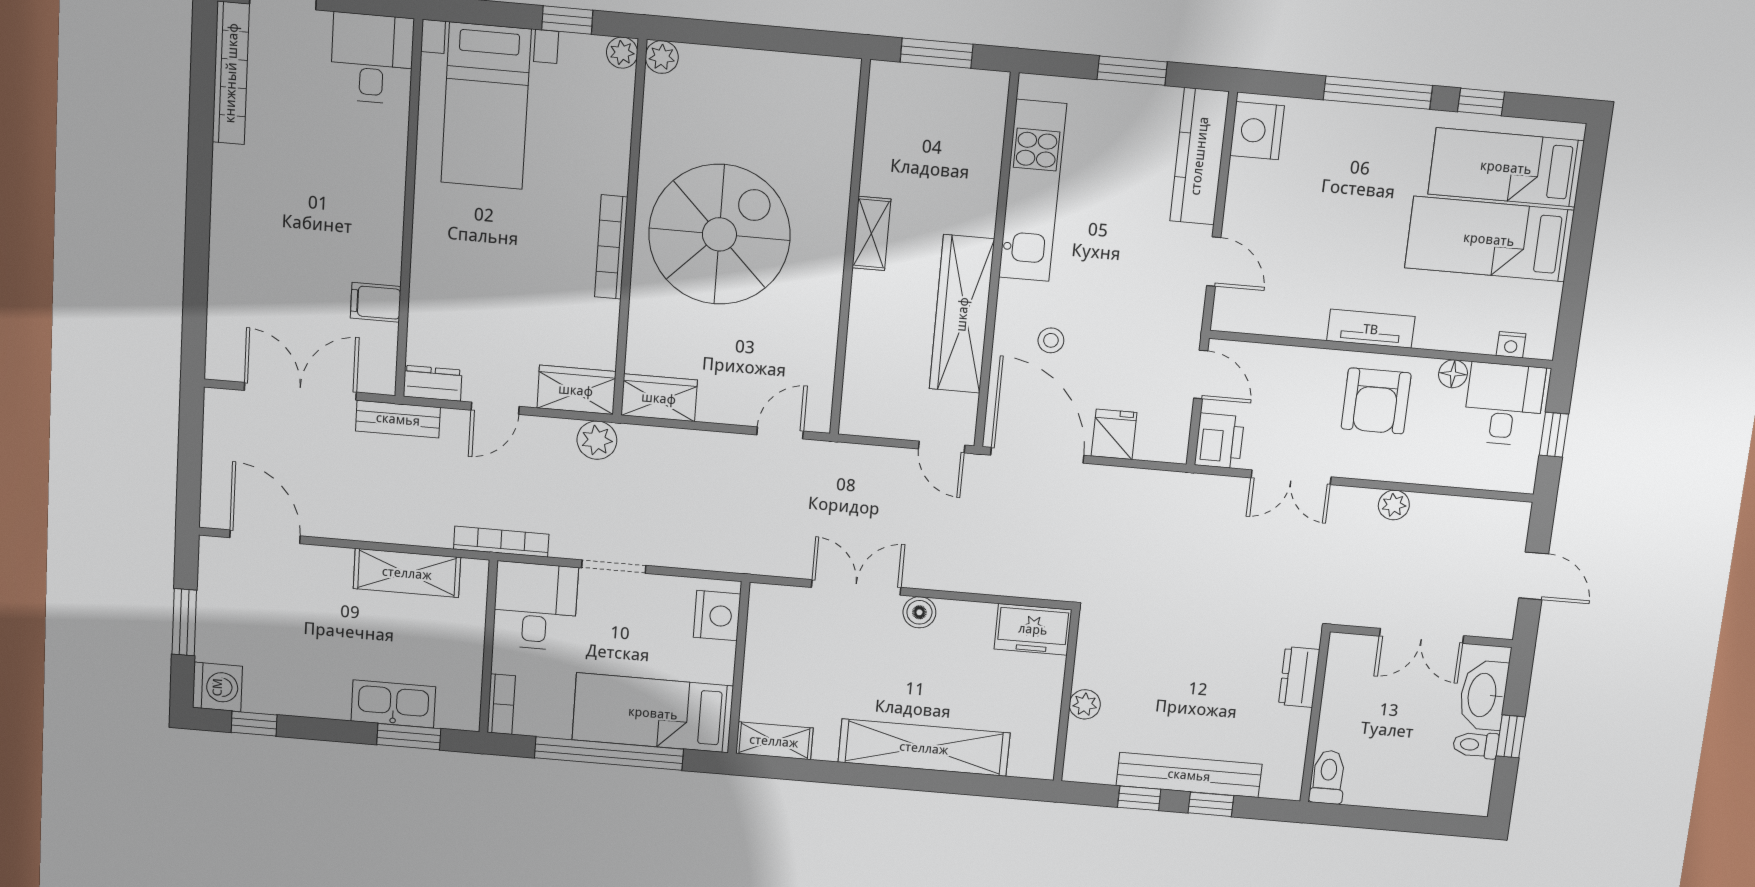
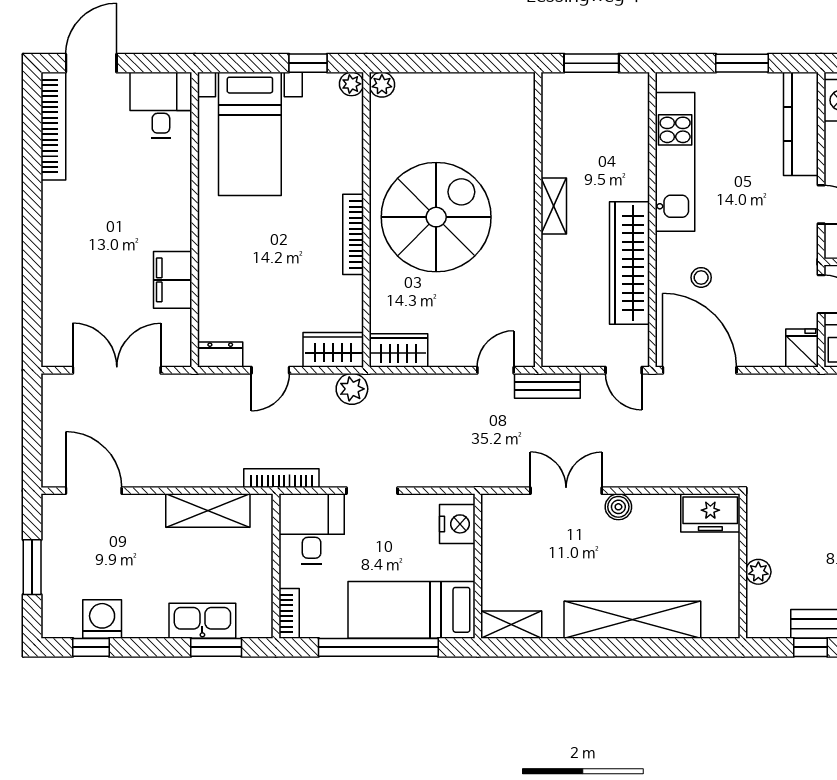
filing cabinet: (376, 302) -> (173, 280), width x2.00
bench: (398, 419) -> (547, 386), moved
fridge: (1114, 434) -> (802, 348), moved
washing machine: (217, 687) -> (102, 619), moved, turned -90

